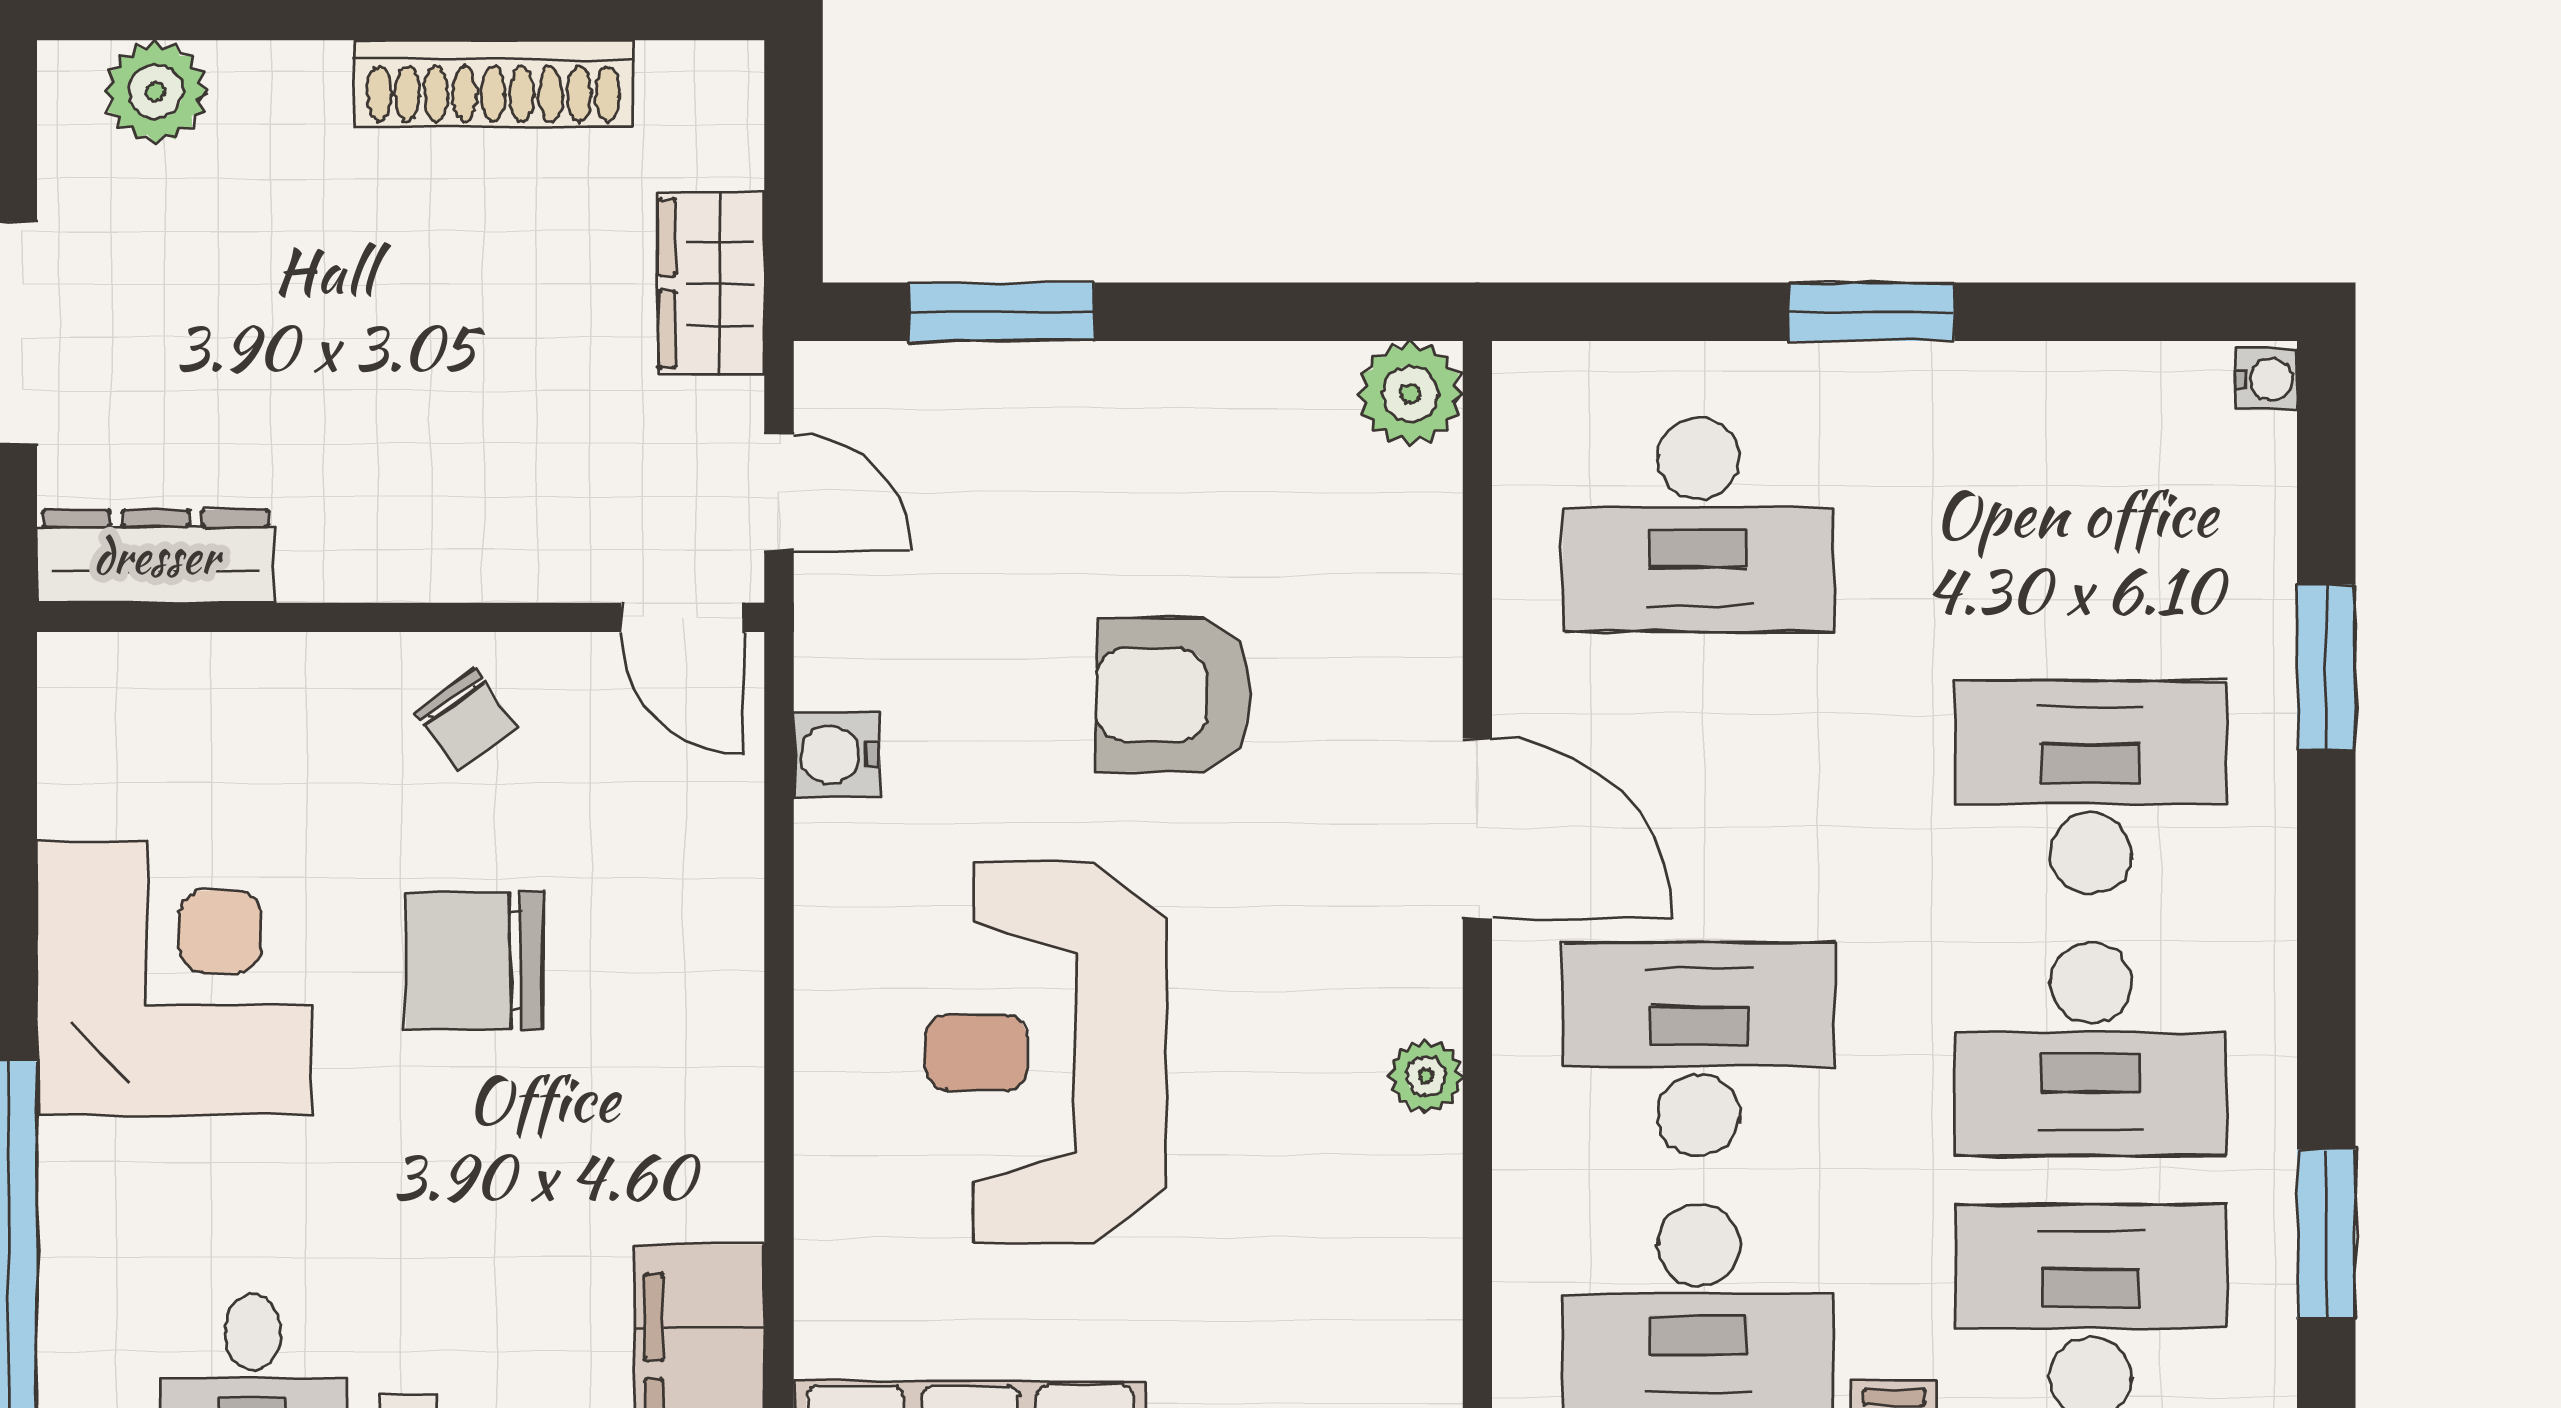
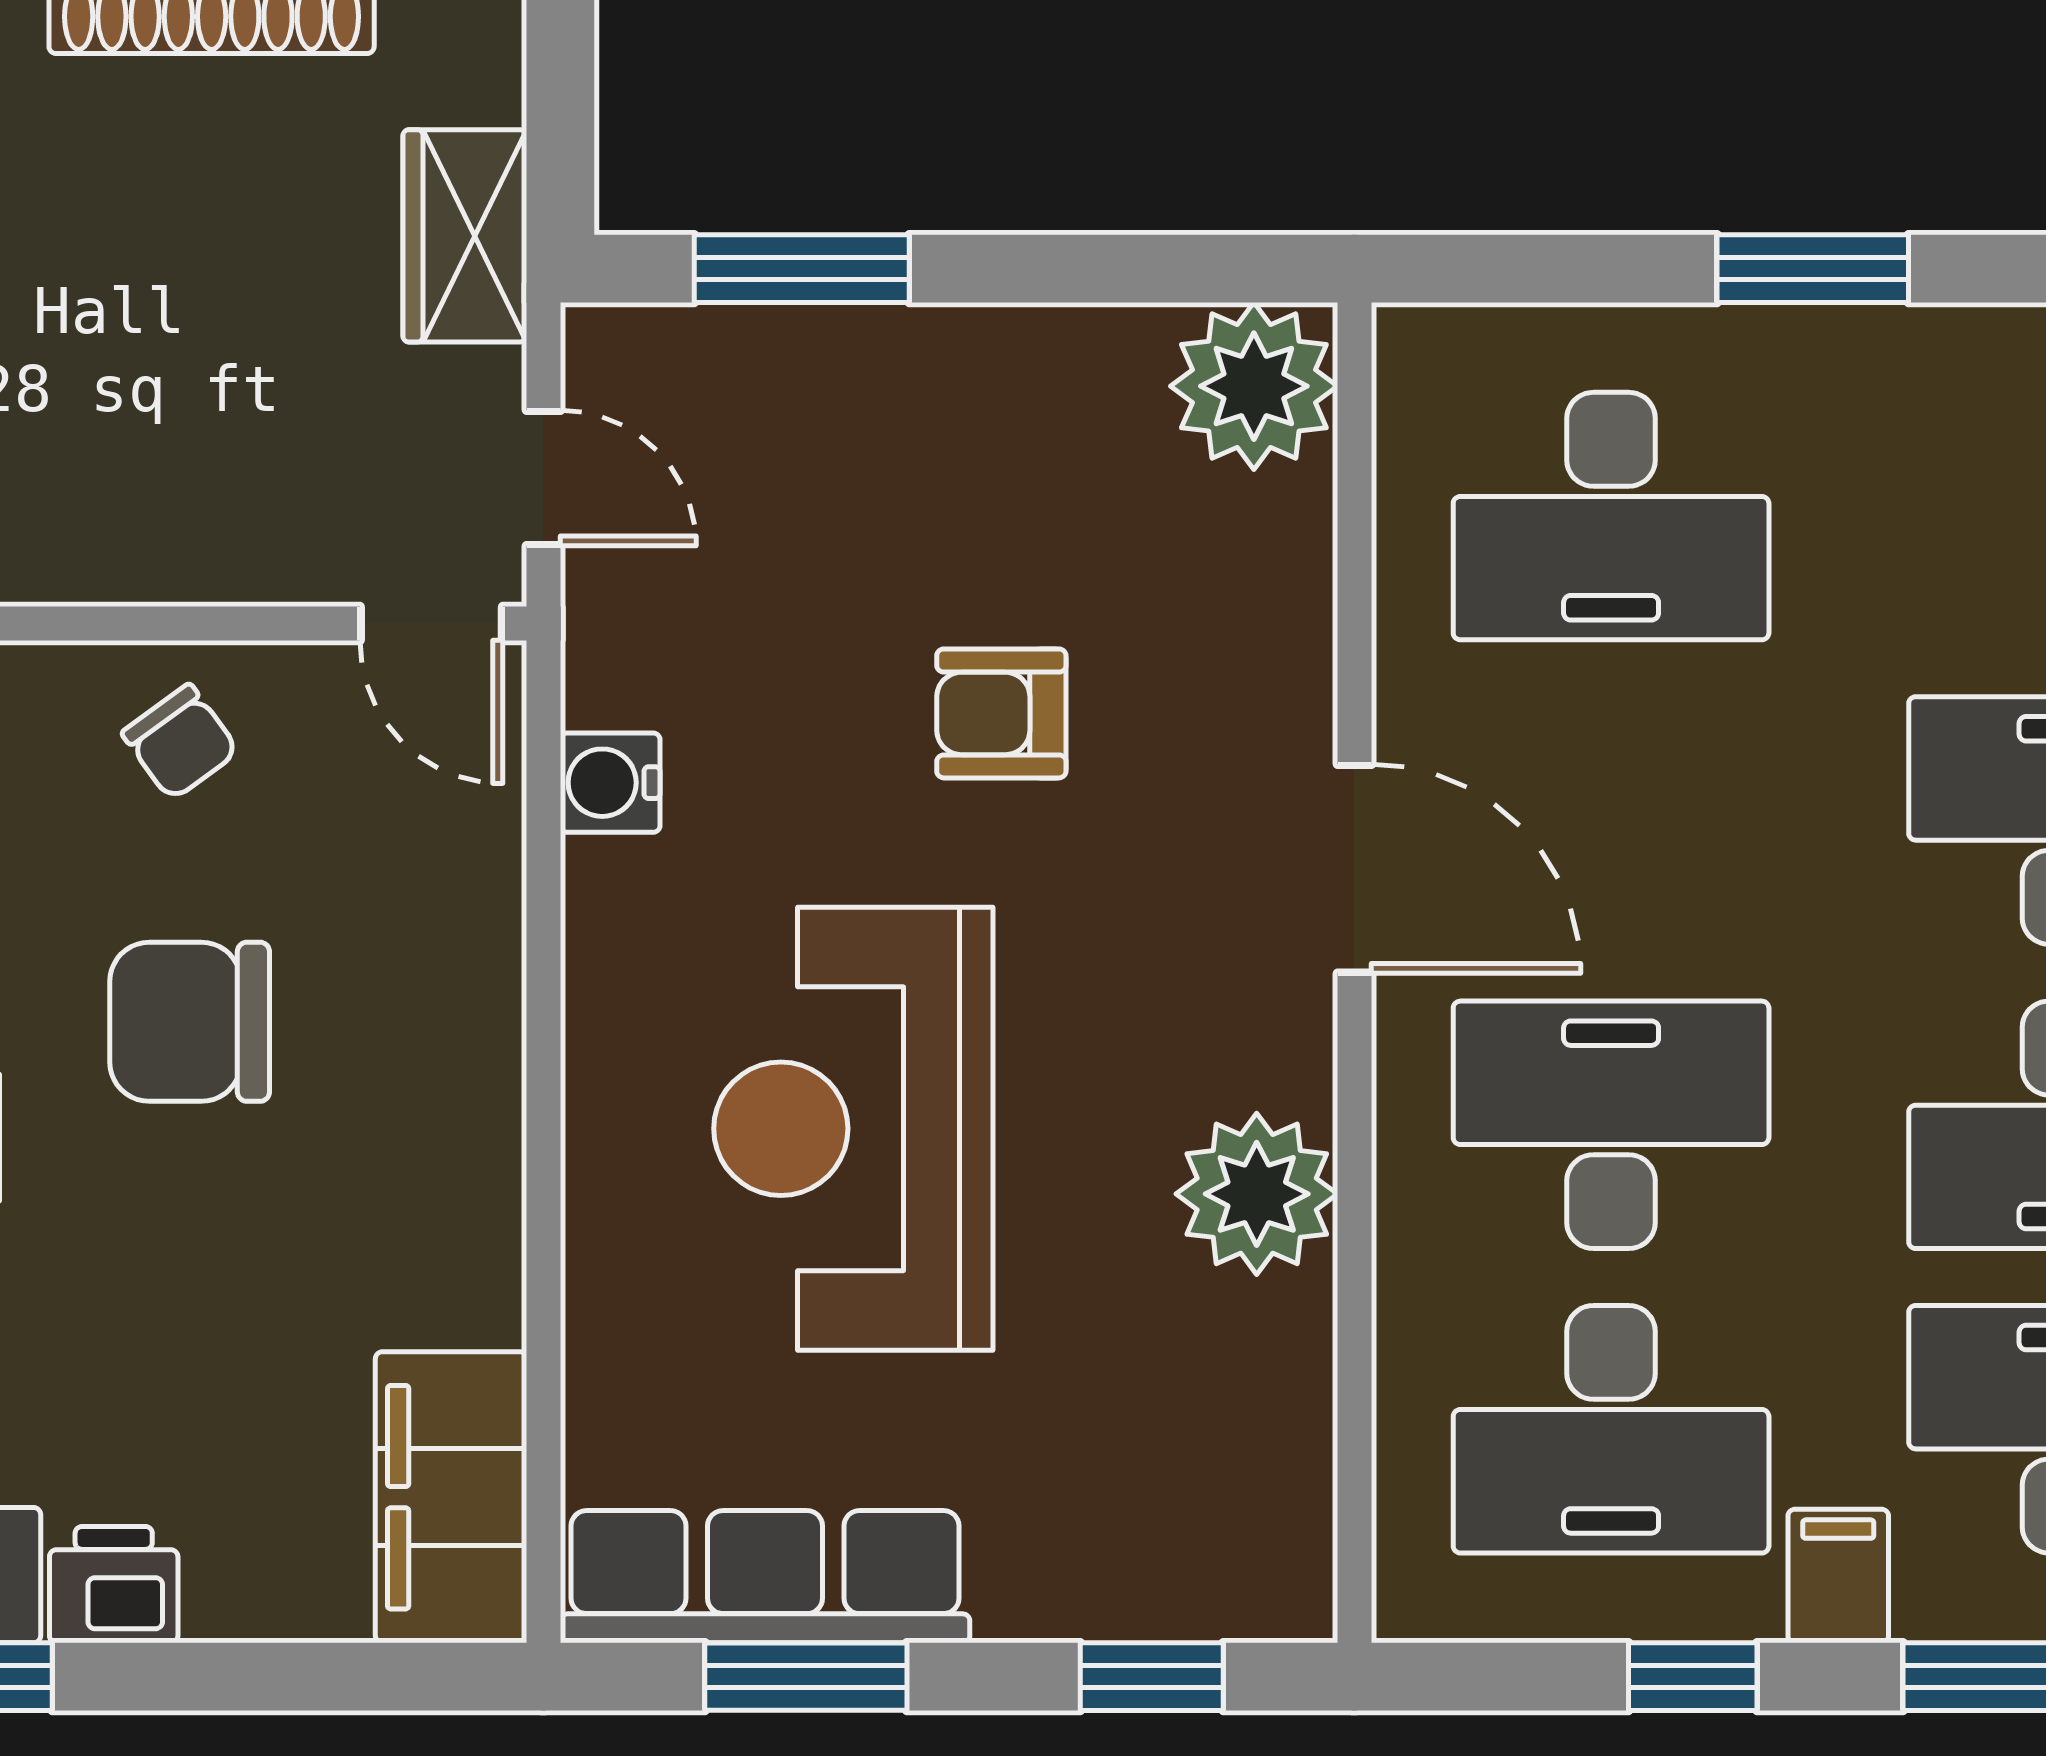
plant: (1410, 394) -> (1254, 386), width x1.36, depth x1.36
armchair: (1173, 695) -> (1001, 713), width x0.72, depth x0.72
plant: (1426, 1076) -> (1257, 1194), width x1.88, depth x1.88

